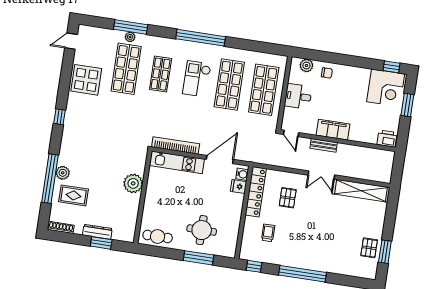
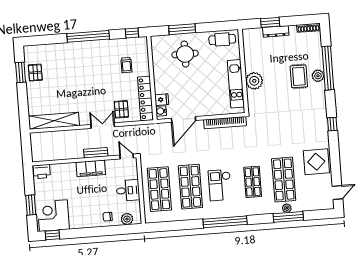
checkout: (197, 79) -> (220, 185), turned 180
kitchen unit: (177, 162) -> (236, 84), moved, turned -90
double door: (321, 175) -> (103, 126), moved
rug: (74, 195) -> (299, 76), moved, turned 90
pallet: (288, 198) -> (121, 109), moved

